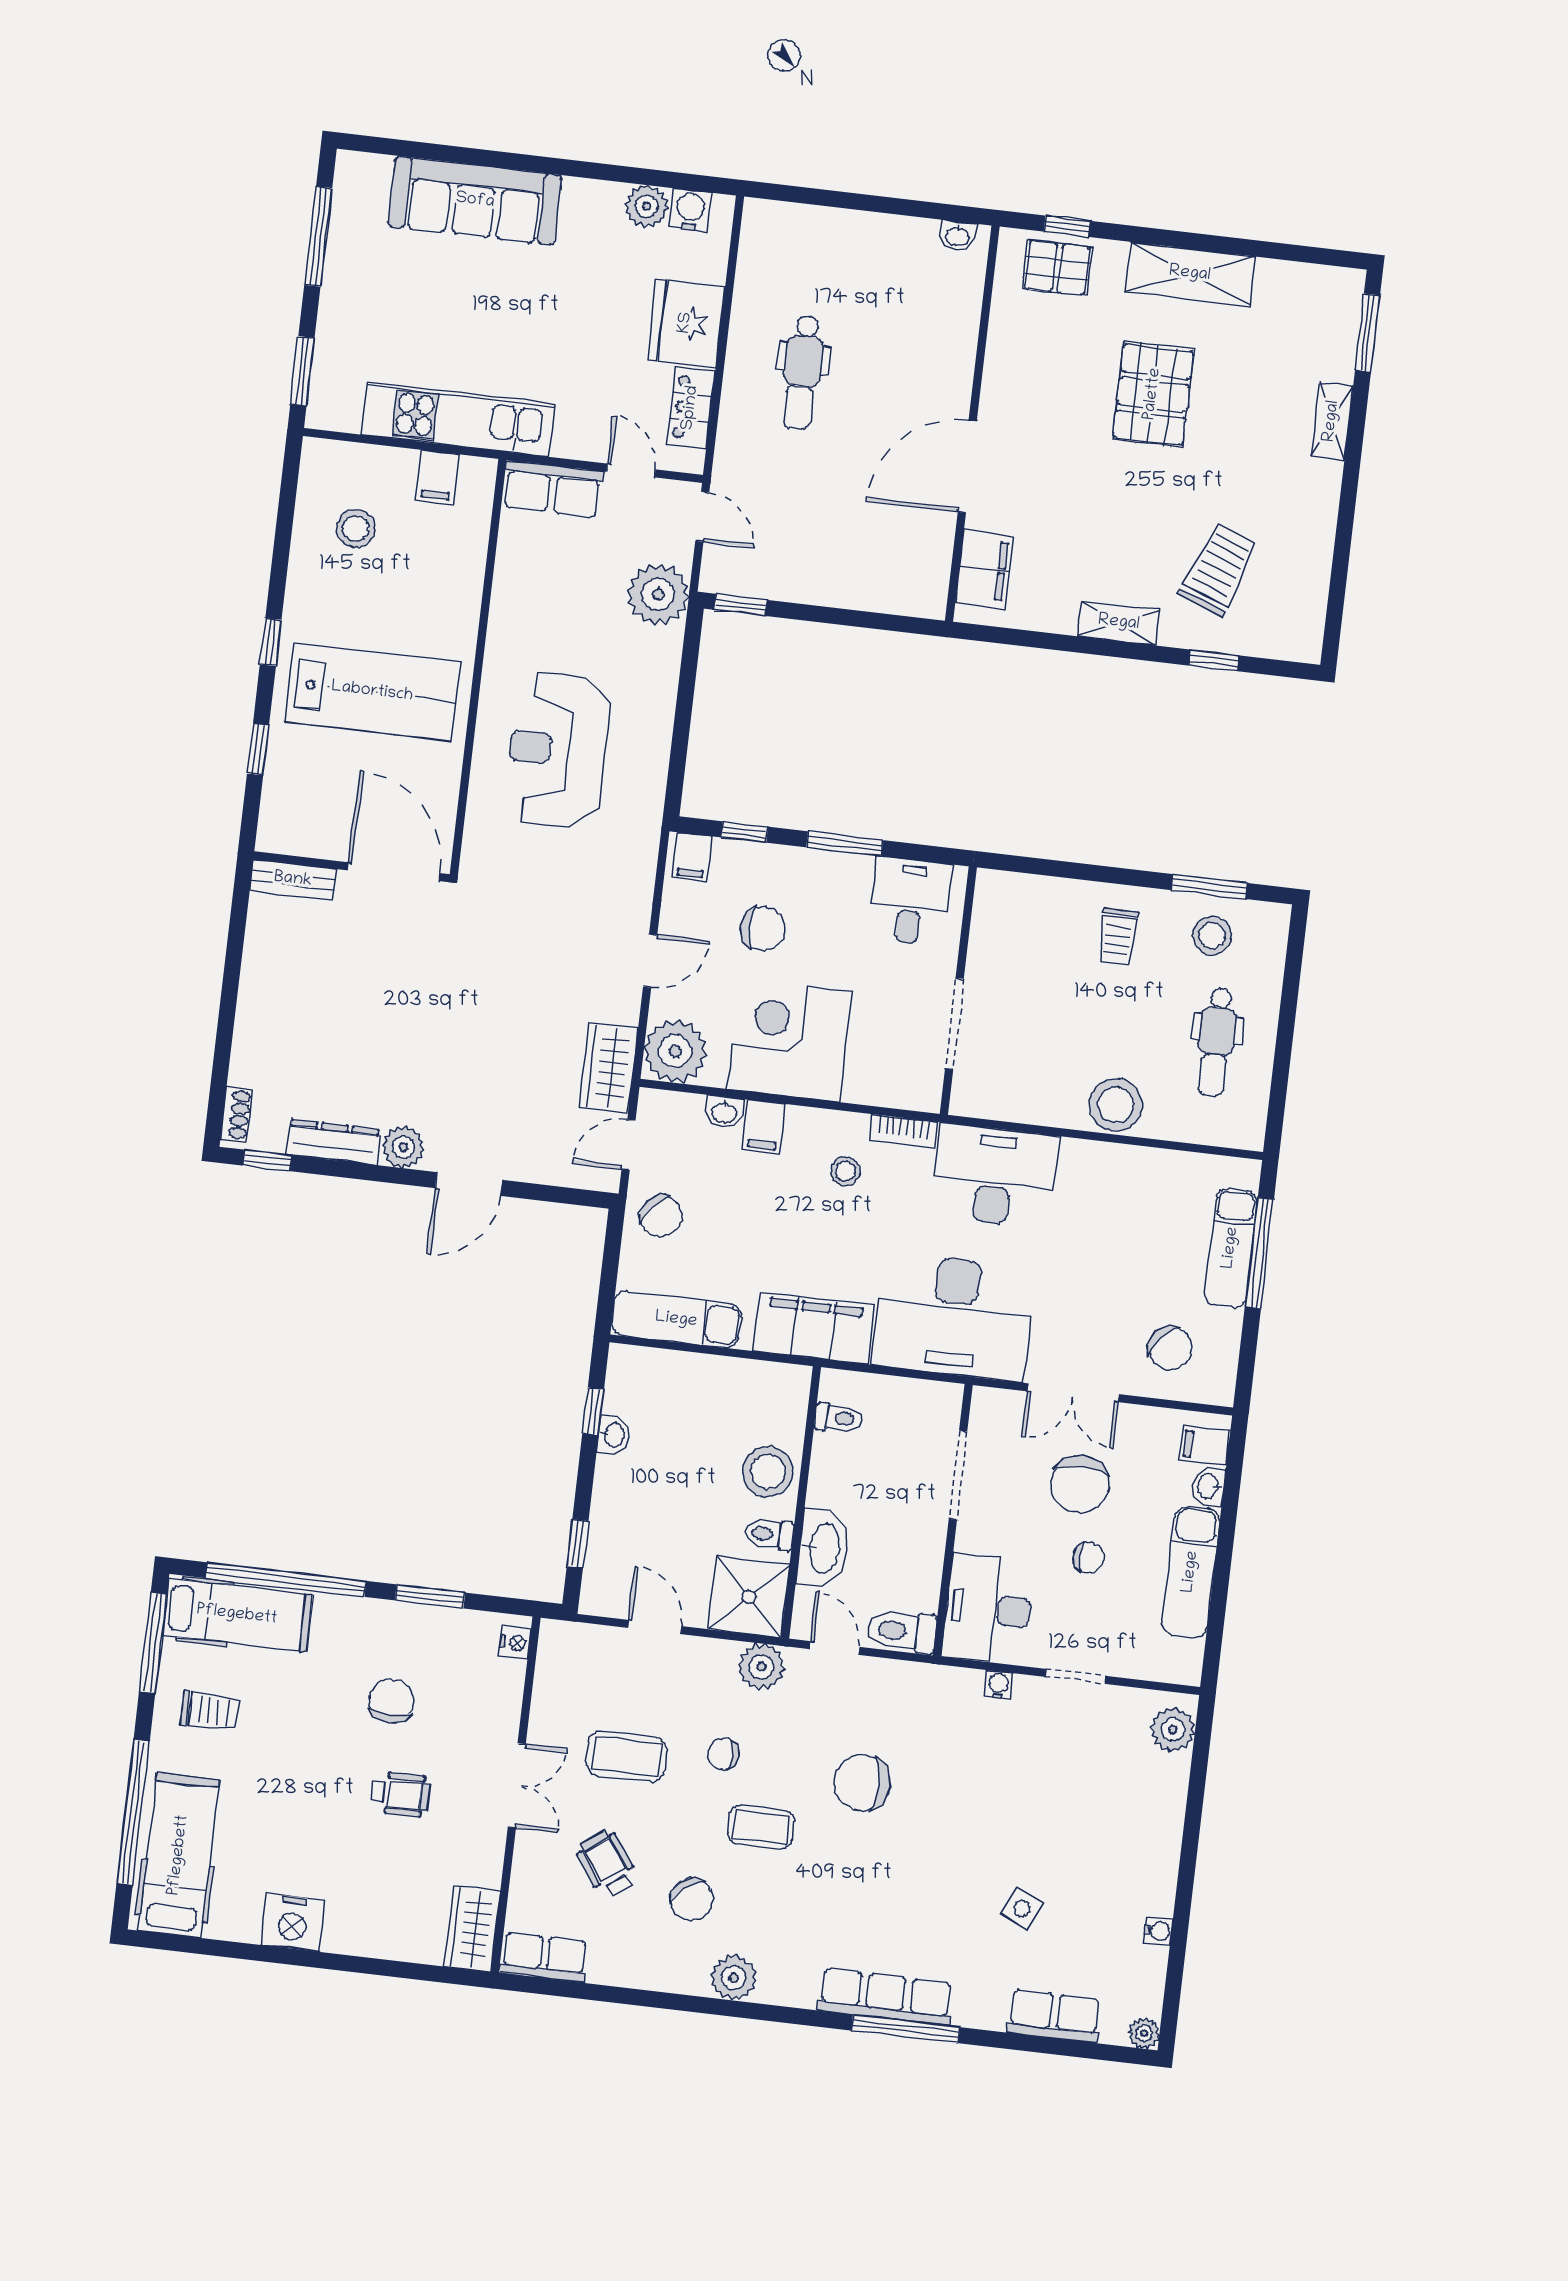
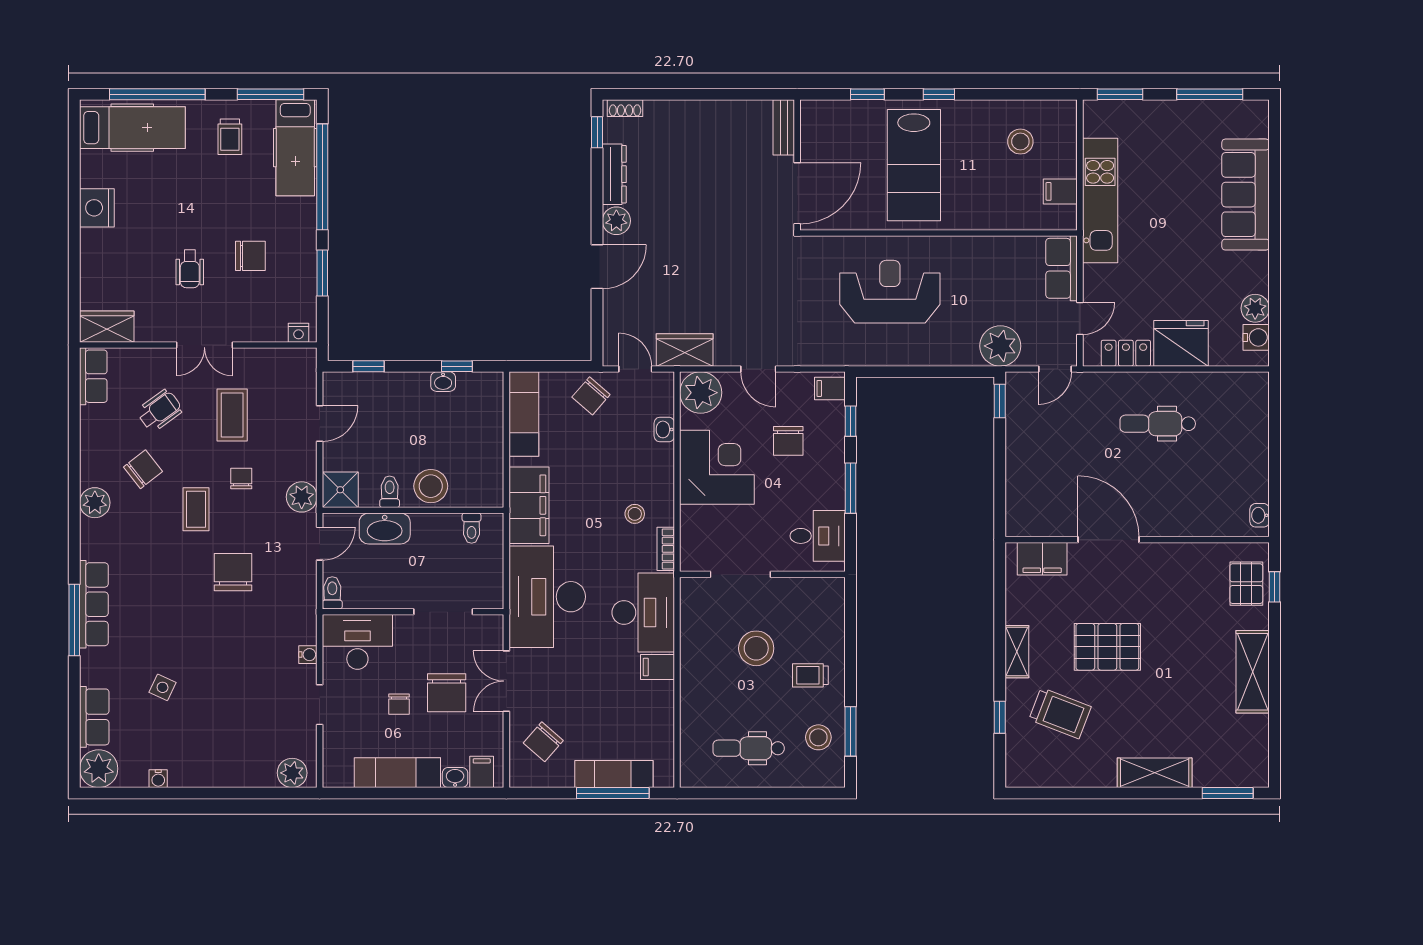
pallet: (1153, 394) -> (1107, 647), moved
shelving: (1332, 421) -> (1155, 773), width x1.50, depth x1.33
stool: (1116, 1105) -> (756, 648), moved
filing cabinet: (764, 1127) -> (658, 667), moved
door: (469, 1184) -> (597, 267), swing flipped
chair: (1080, 1484) -> (447, 693), turned -90
shower: (749, 1597) -> (340, 490), width x0.73, depth x0.73
toilet: (902, 1631) -> (332, 593), width x0.73, depth x0.72
chair: (692, 1900) -> (143, 469), turned 180
plant: (1144, 2033) -> (99, 769), width x1.88, depth x1.88

